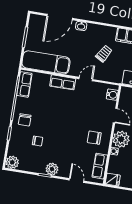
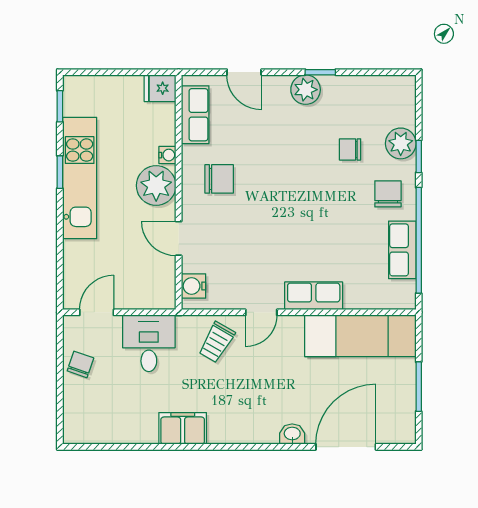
trolley: (104, 54) -> (217, 342), moved
row of seats: (24, 84) -> (402, 250), moved
plant: (12, 162) -> (401, 143), moved

